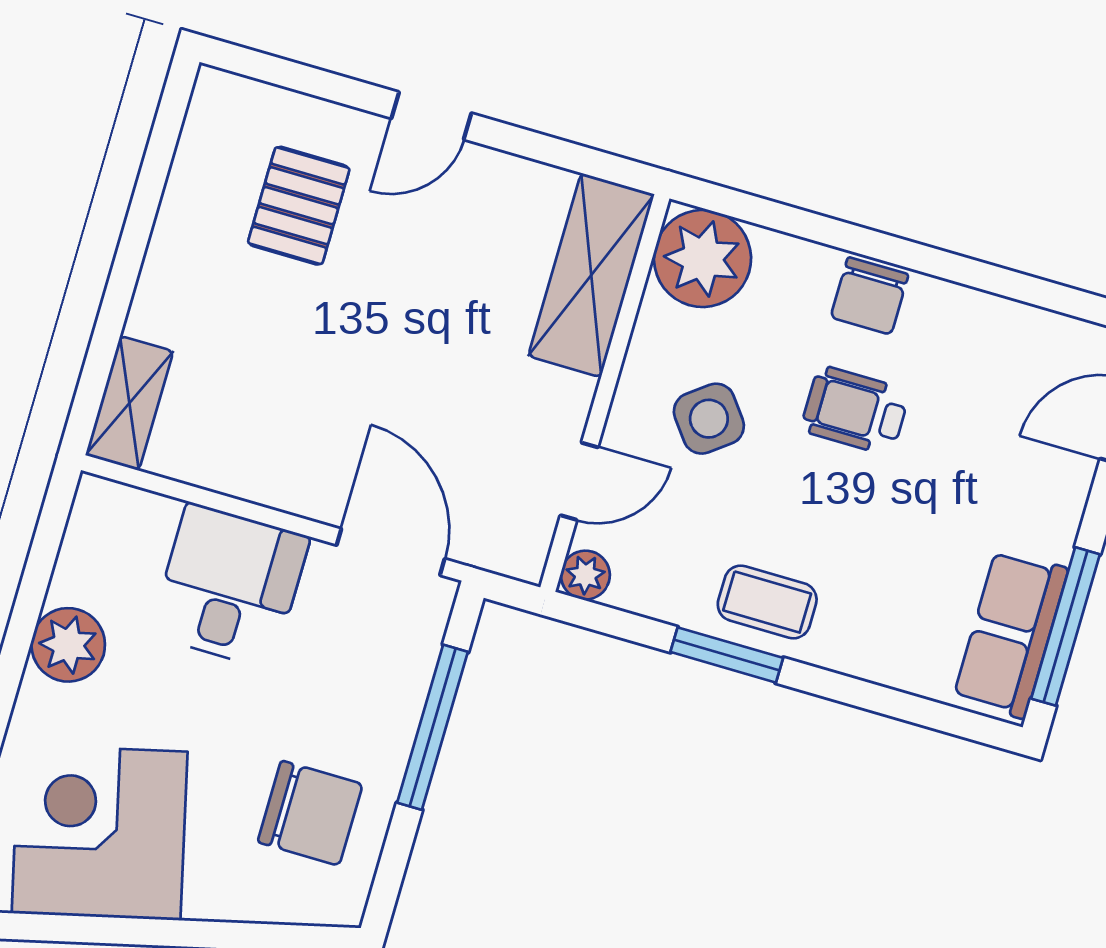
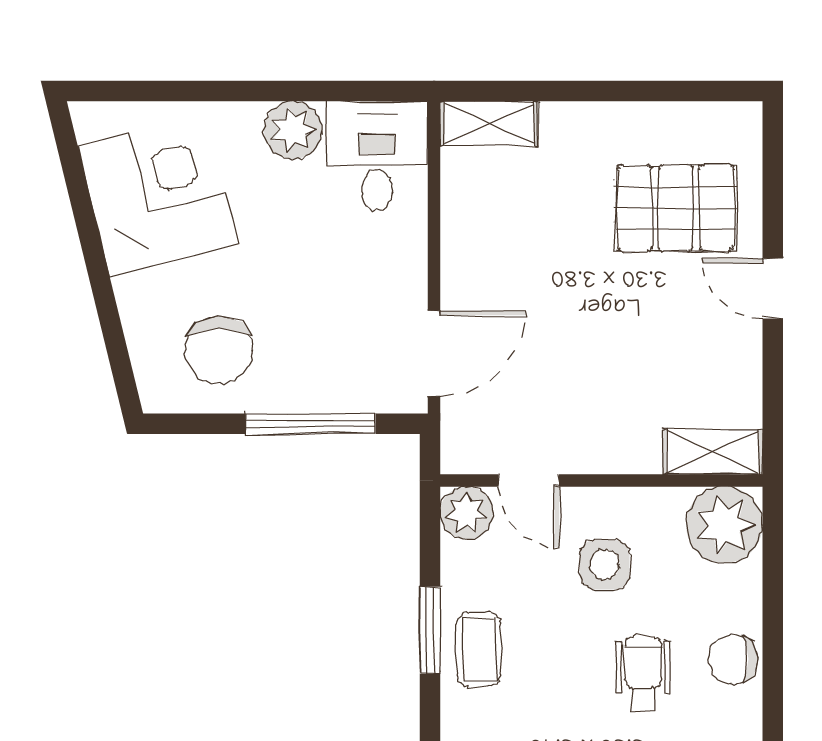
pallet: (299, 206) -> (676, 208), width x1.50, depth x1.42
shelving: (591, 275) -> (712, 452), width x0.67, depth x0.75
side table: (709, 419) -> (605, 565), turned 37
plant: (585, 575) -> (467, 513), width x1.38, depth x1.38
desk: (230, 586) -> (377, 156), moved, turned -90

